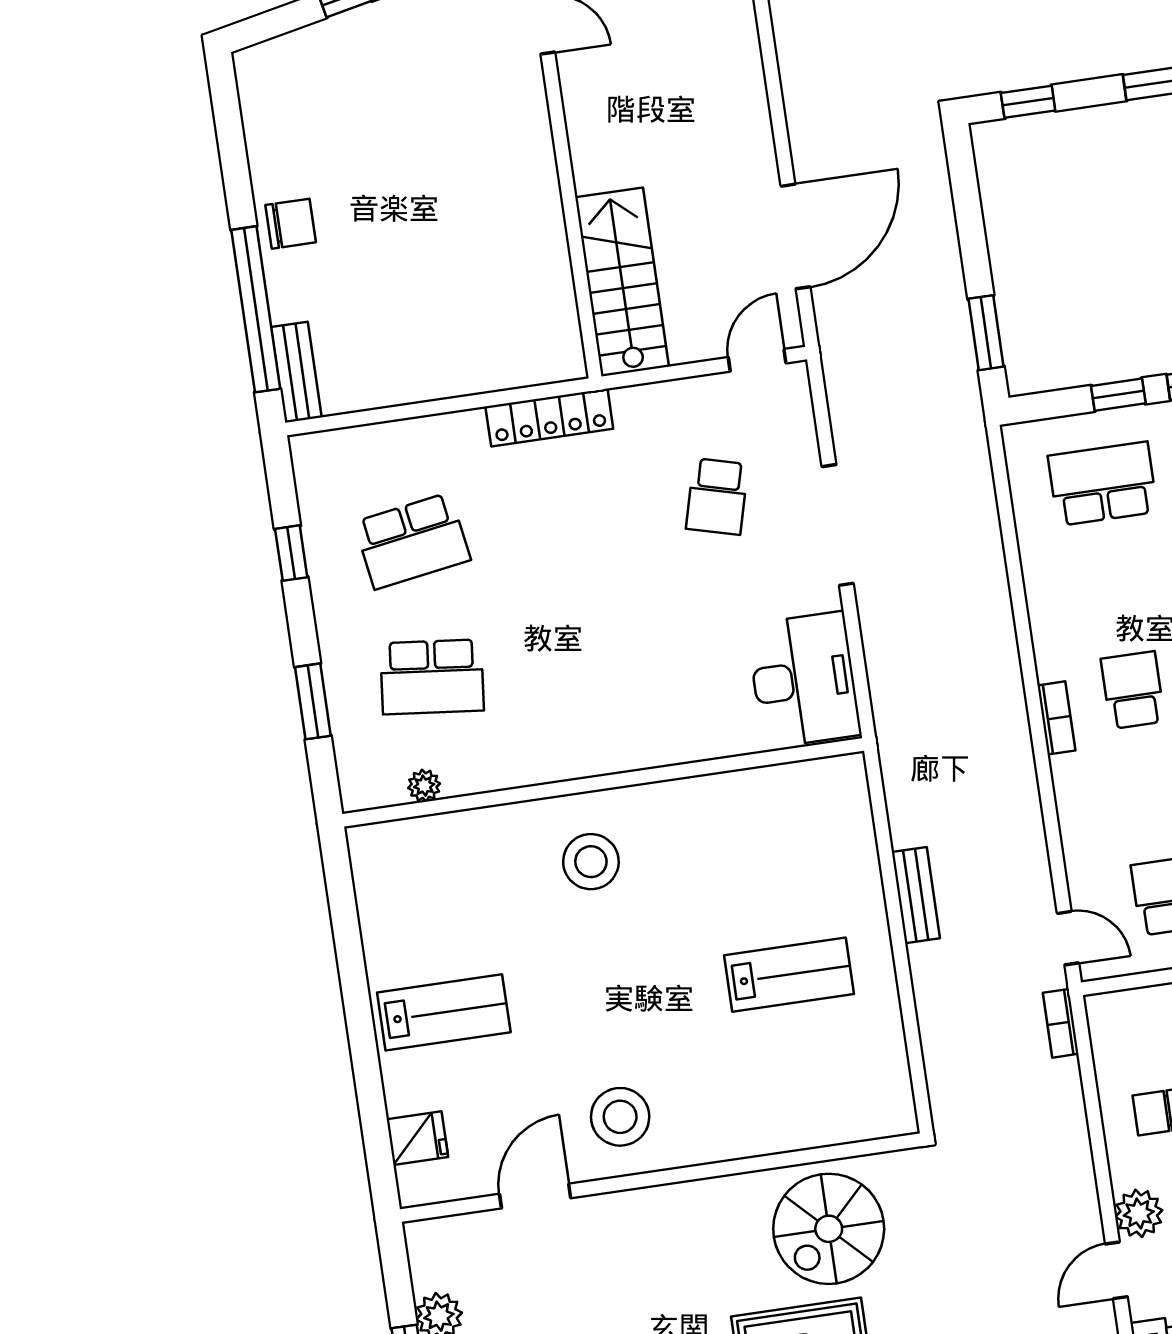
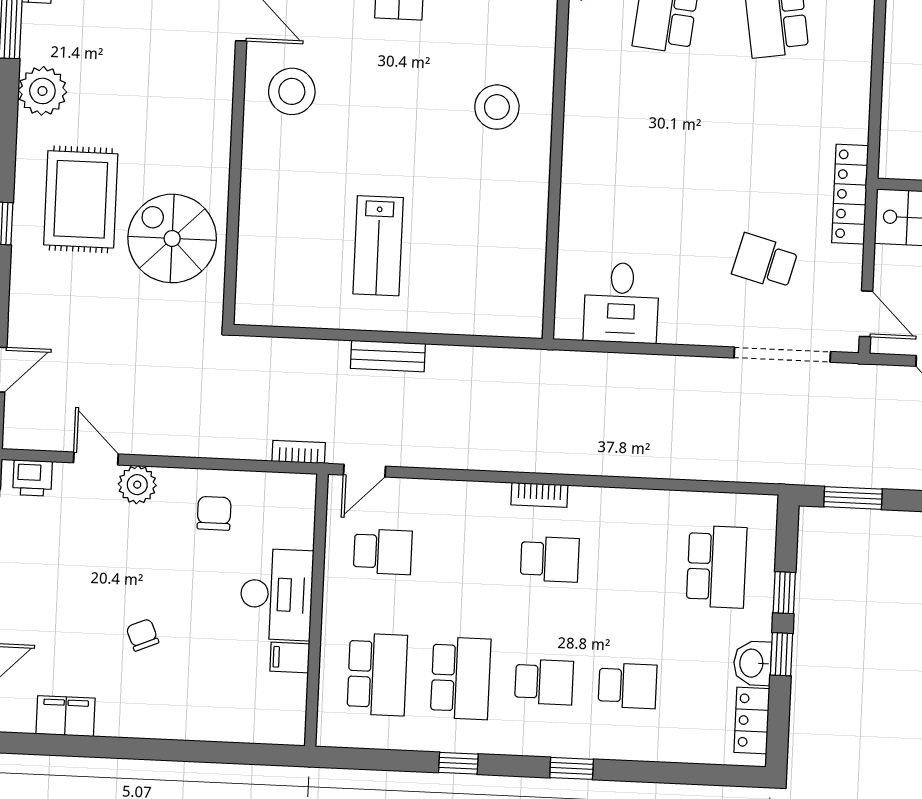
locker: (549, 418) -> (850, 194), moved
doorway: (838, 525) -> (782, 355), moved
desk: (804, 680) -> (621, 303), width x0.73
bench: (916, 895) -> (388, 356), moved

